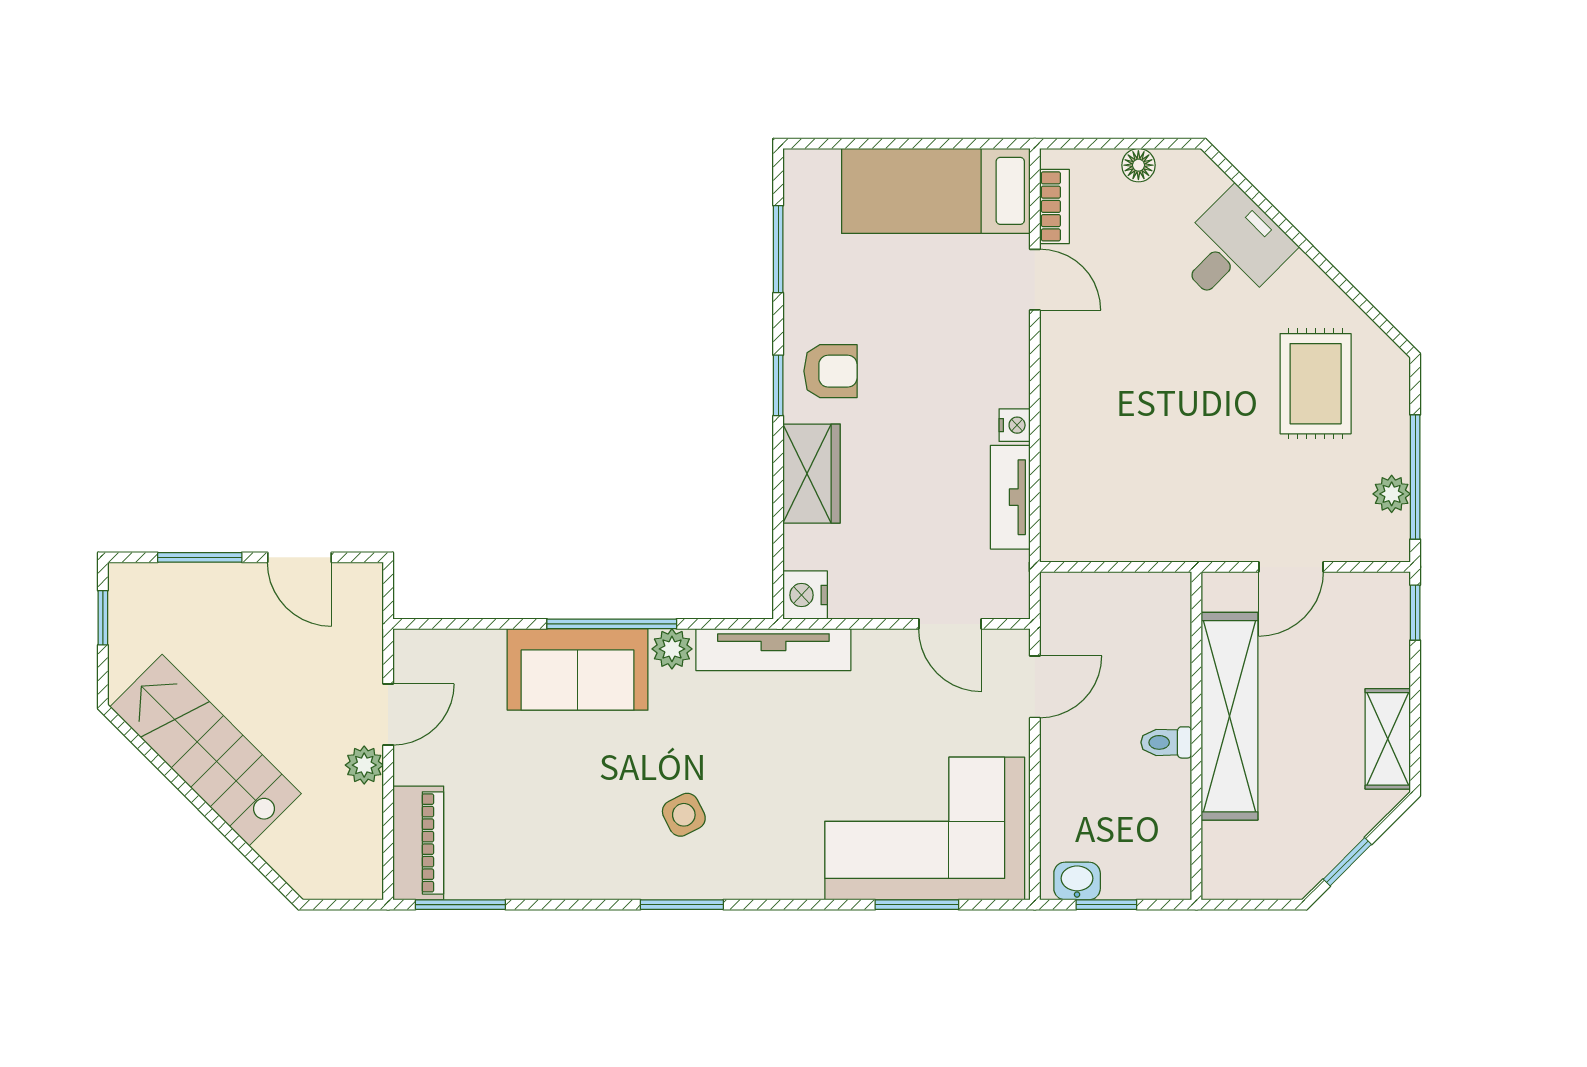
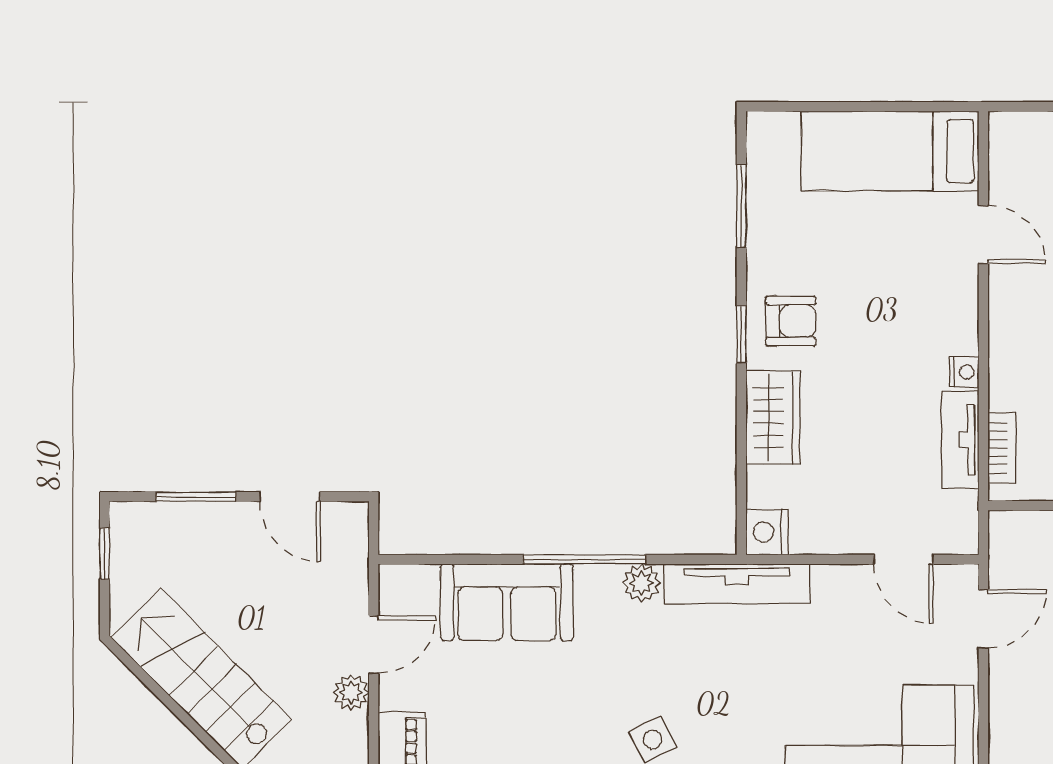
bookcase: (1054, 206) -> (1002, 448), moved
sofa: (578, 669) -> (507, 602), moved

